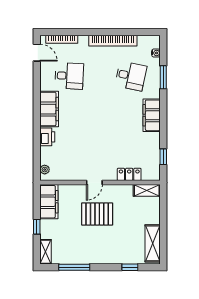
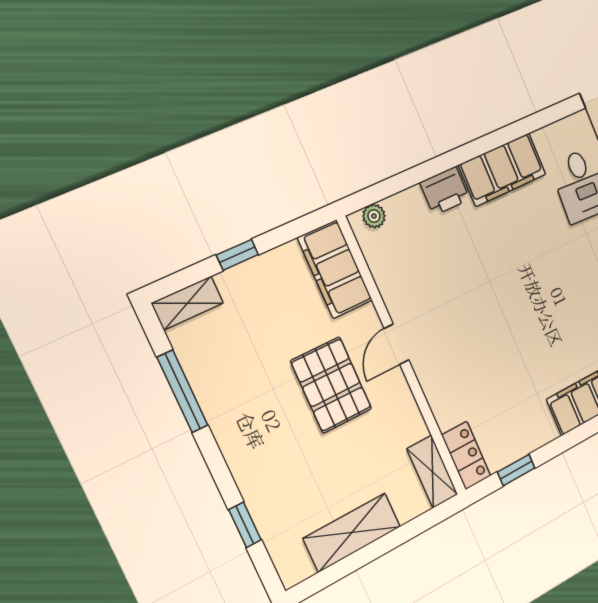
locker: (129, 174) -> (466, 455), moved
door: (94, 183) -> (397, 344), hinge flipped
filing cabinet: (49, 202) -> (335, 269), moved, turned 90
shelving: (153, 243) -> (352, 532), moved

